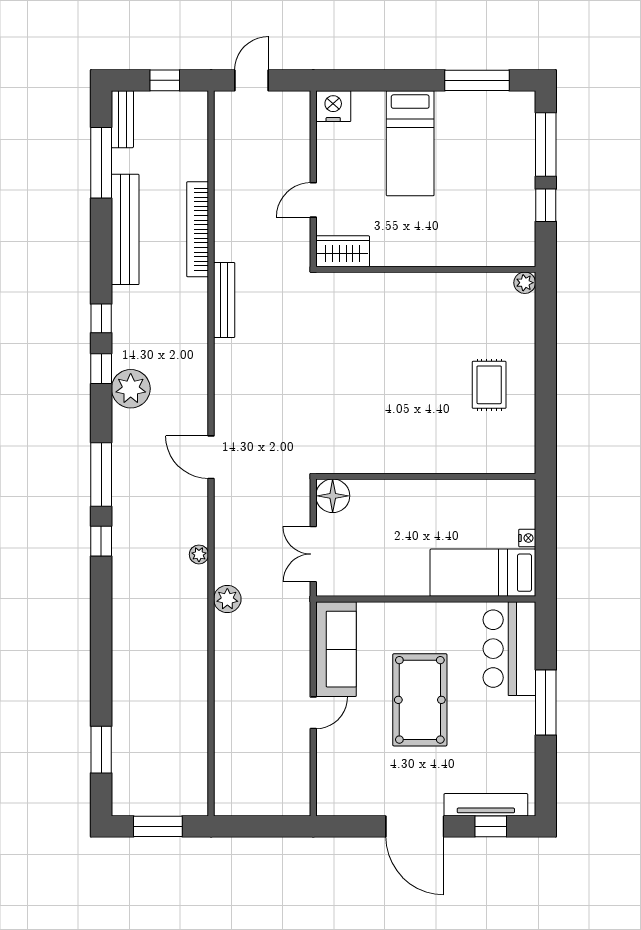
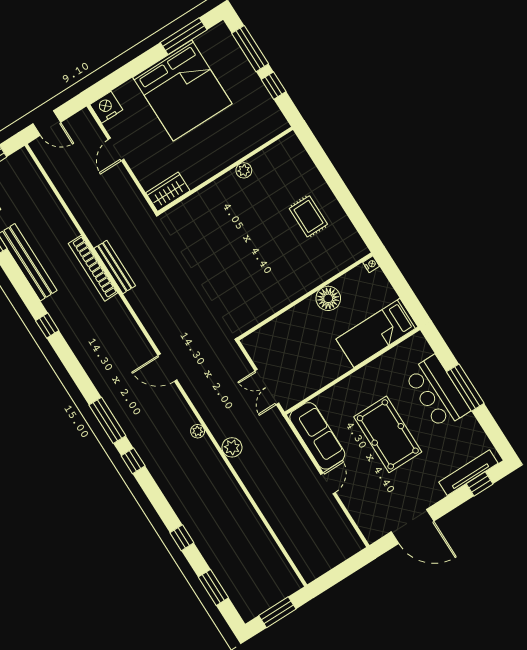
door: (251, 80) -> (47, 123), swing flipped
bed: (410, 143) -> (182, 91), width x2.04
door: (313, 200) -> (116, 149), moved
bookcase: (198, 229) -> (93, 268), moved
plant: (525, 283) -> (244, 170), moved
window: (101, 369) -> (182, 538), moved
plant: (131, 389) -> (92, 357), removed
floor lamp: (333, 496) -> (328, 298), moved
nightstand: (527, 538) -> (371, 264), moved
bar counter: (509, 649) -> (437, 392), moved
door: (415, 826) -> (413, 526), moved

